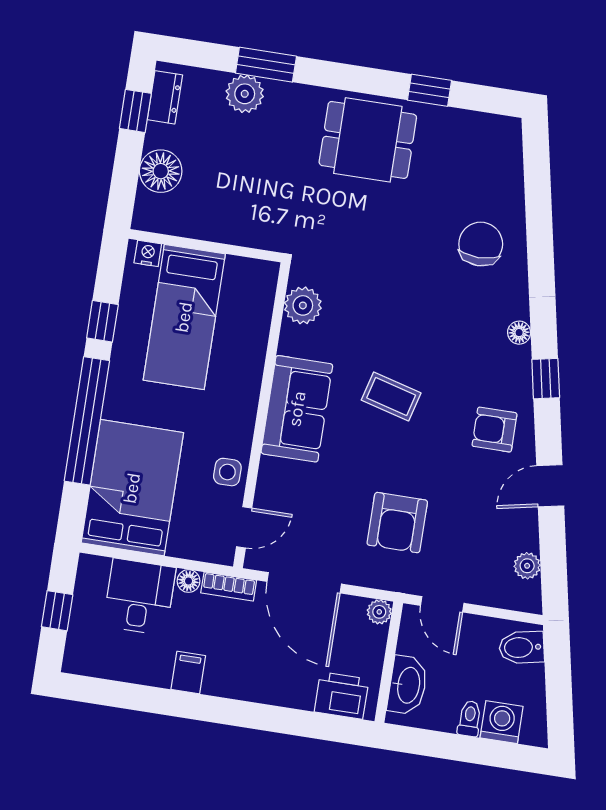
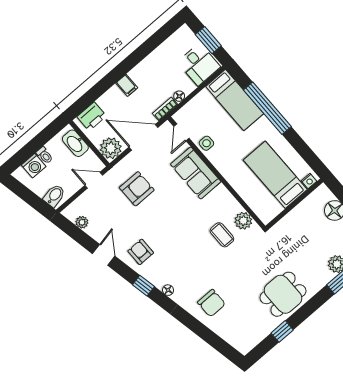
window: (102, 321) -> (298, 144), removed
coffee table: (391, 396) -> (222, 235), moved, turned 75
sofa: (297, 409) -> (196, 173), moved
armchair: (495, 430) -> (141, 252), turned -90
bed: (132, 488) -> (235, 100), width x0.67
armchair: (397, 523) -> (137, 189), turned 90
desk: (139, 597) -> (199, 65), moved
window: (57, 611) -> (208, 40), width x1.50
plant: (379, 612) -> (111, 148), width x1.88, depth x1.88
filing cabinet: (188, 673) -> (127, 85), moved

